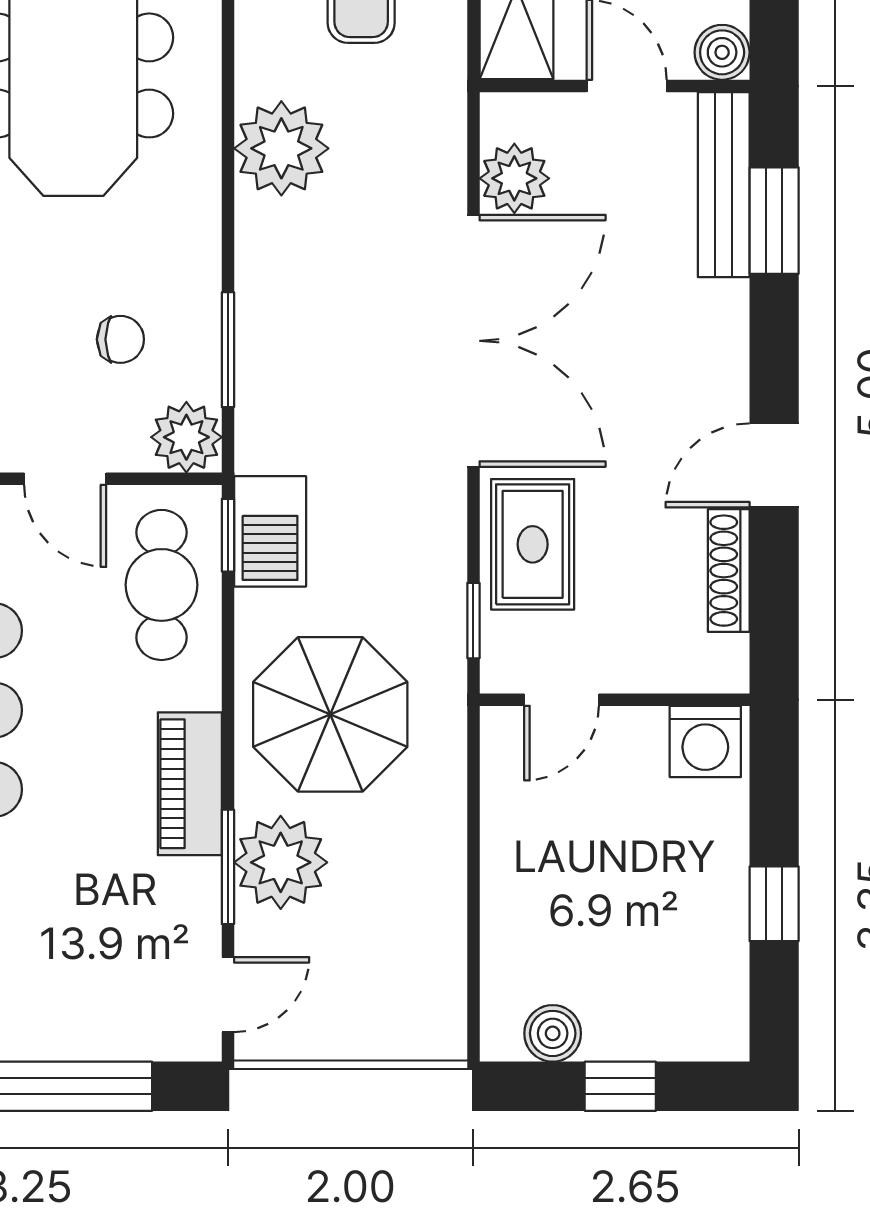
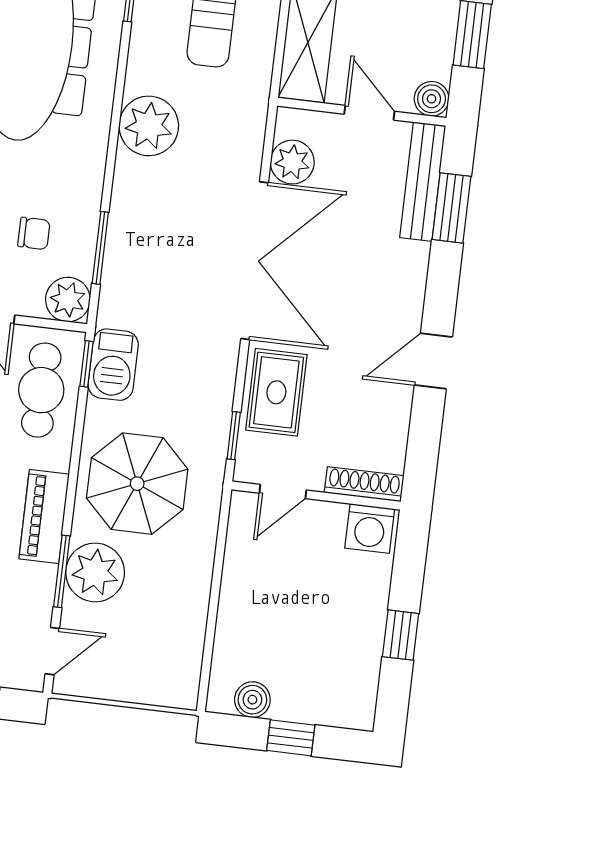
shoe rack: (729, 571) -> (364, 484), moved, turned 90

